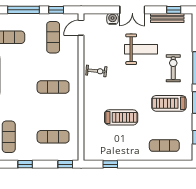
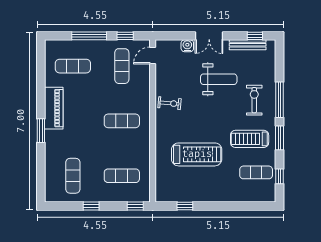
treadmill: (121, 117) -> (197, 154), width x1.37, depth x1.38
exercise mat: (164, 146) -> (256, 172), moved

